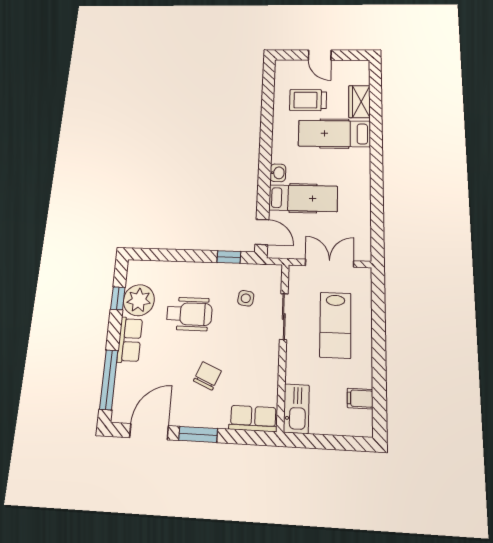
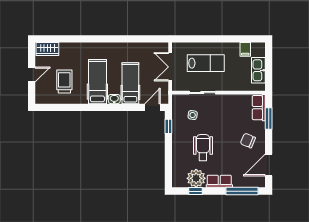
trolley: (308, 100) -> (64, 82), turned 180
wardrobe: (359, 102) -> (47, 49), moved
hospital bed: (334, 134) -> (97, 82), moved, turned 180
chair: (207, 376) -> (248, 141), moved
kitchen sink: (296, 409) -> (258, 70), moved, turned -90
door: (149, 432) -> (269, 165), hinge flipped
window: (198, 434) -> (269, 119), moved

